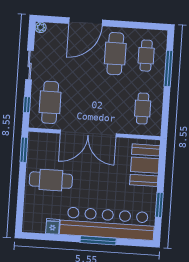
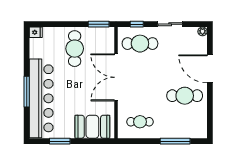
cafe table: (146, 56) -> (185, 122), removed
fridge: (53, 226) -> (36, 32), moved

